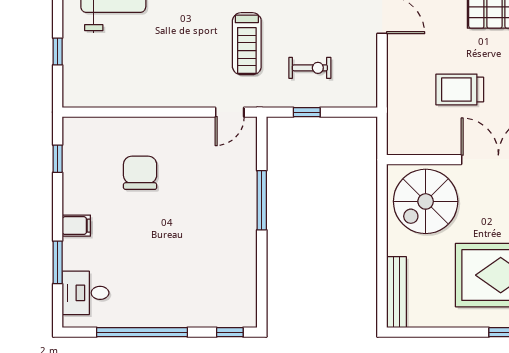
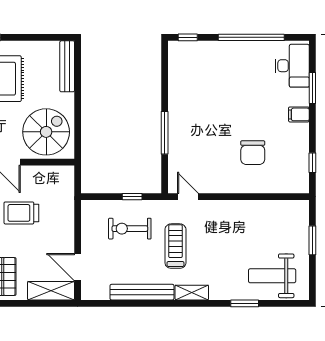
window: (58, 52) -> (312, 240), width x1.50
exercise bike: (310, 68) -> (130, 229), width x1.38, depth x1.39
trolley: (460, 89) -> (21, 213), turned 180
door: (230, 112) -> (188, 197), hinge flipped
desk: (86, 293) -> (292, 66), width x1.37

